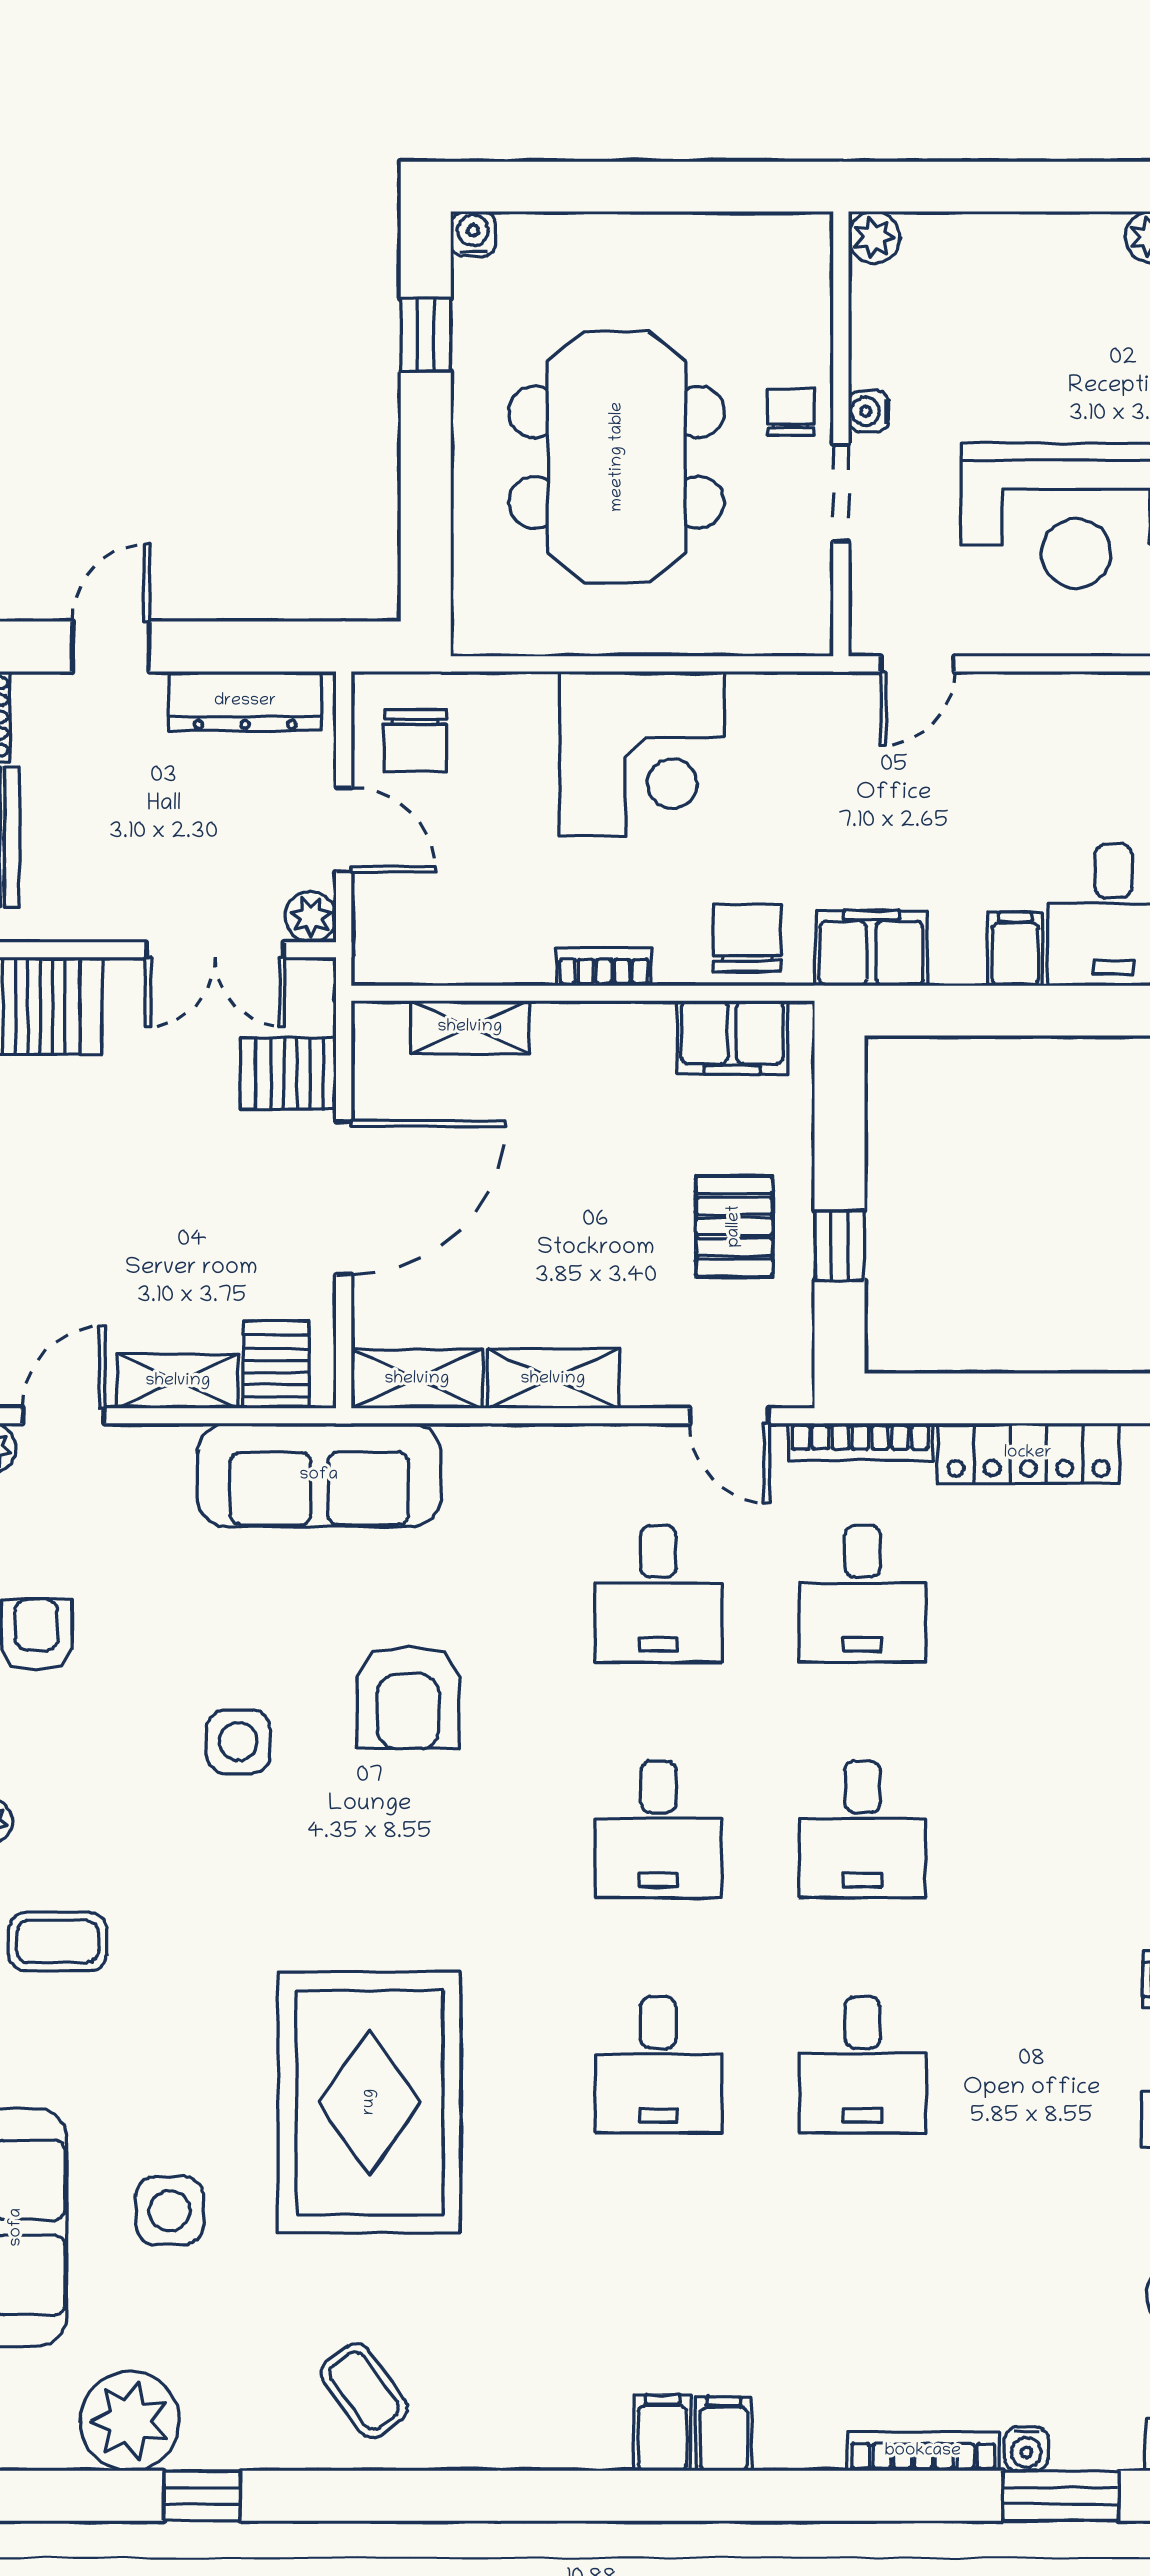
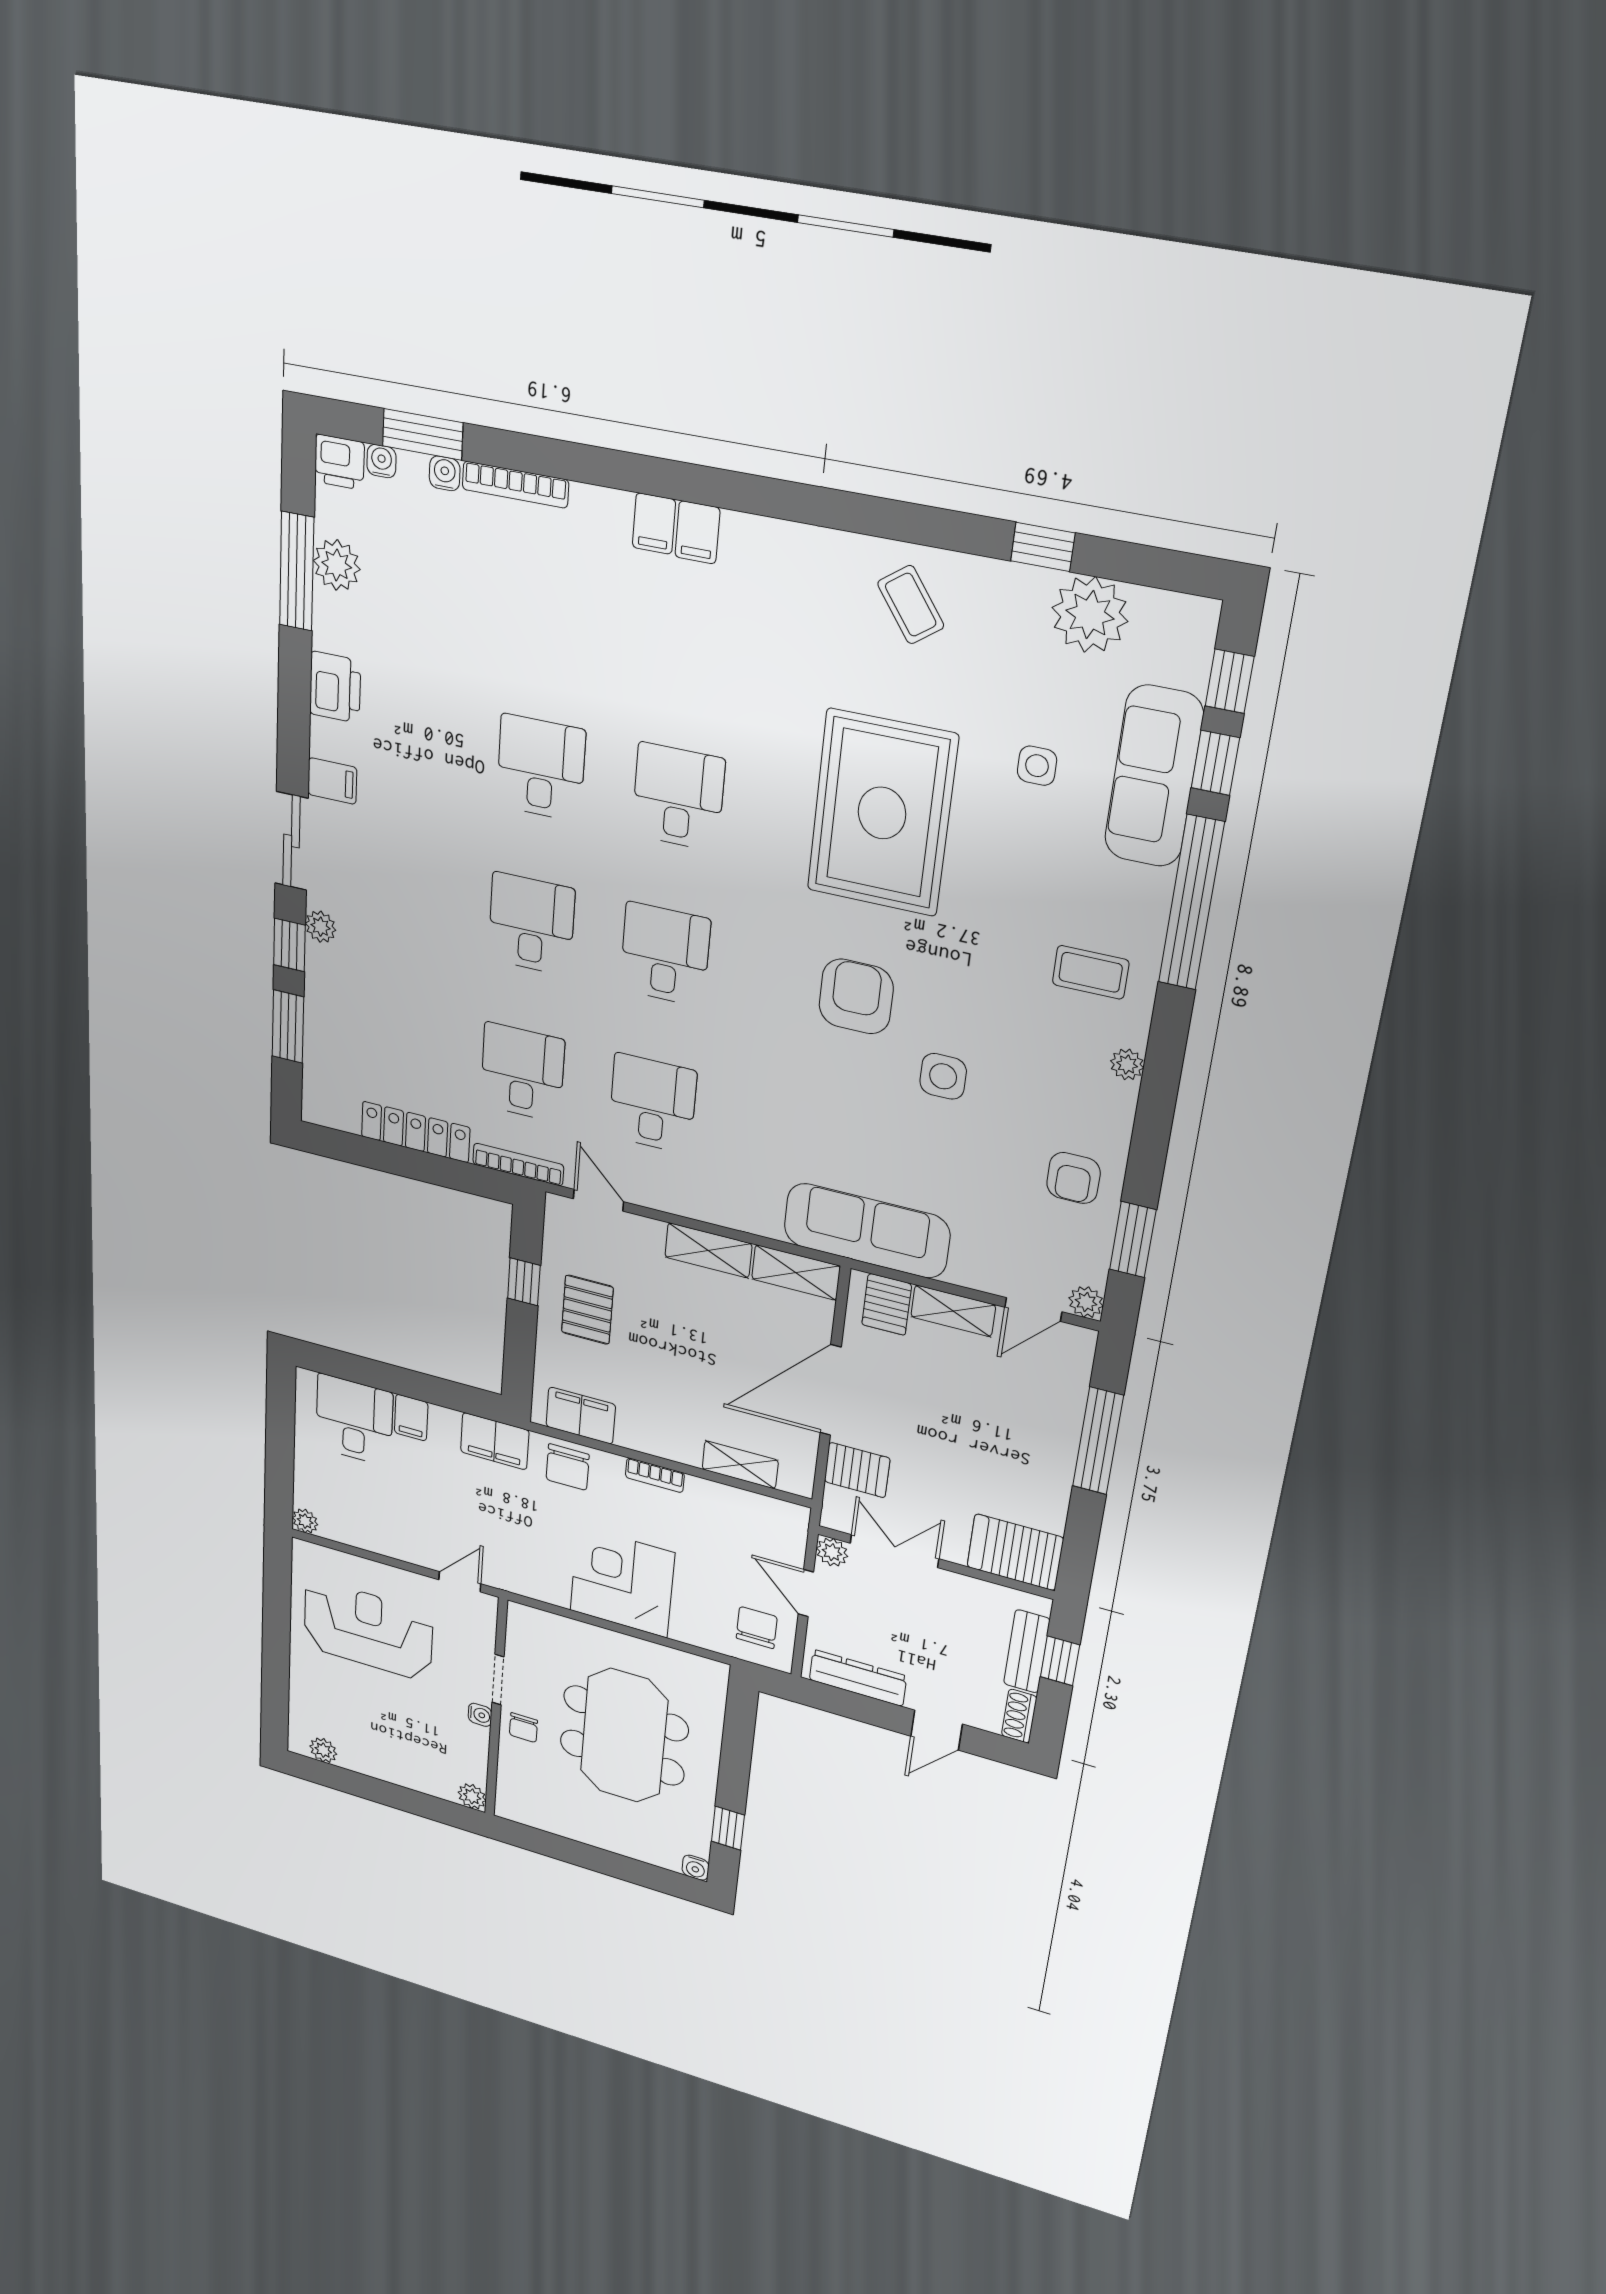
armchair: (408, 1697) -> (856, 996), moved
side table: (170, 2211) -> (1037, 766), width x0.73, depth x0.73
water cooler: (1120, 2450) -> (381, 461), added

